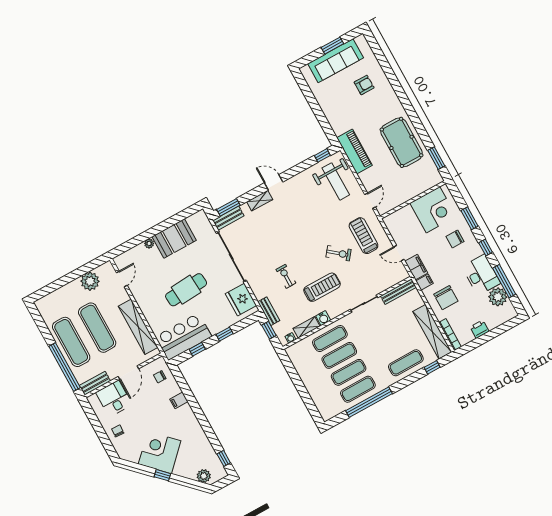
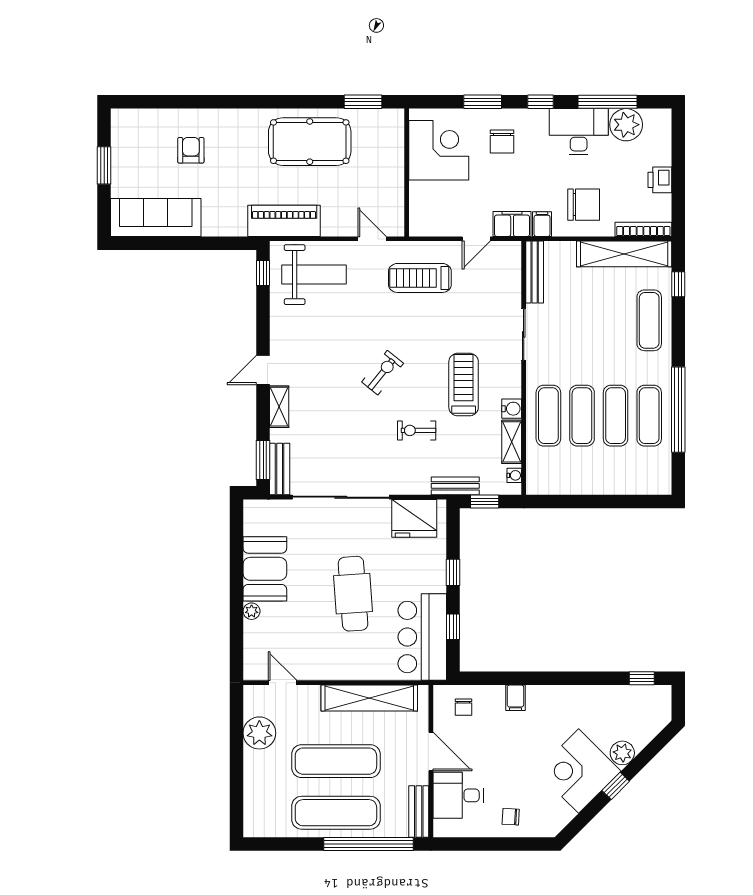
sofa: (336, 61) -> (156, 217), moved, turned -90
exercise bike: (338, 253) -> (383, 373), moved
plant: (204, 476) -> (622, 753), moved

